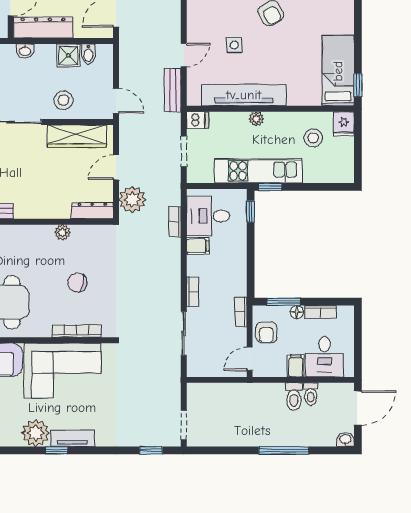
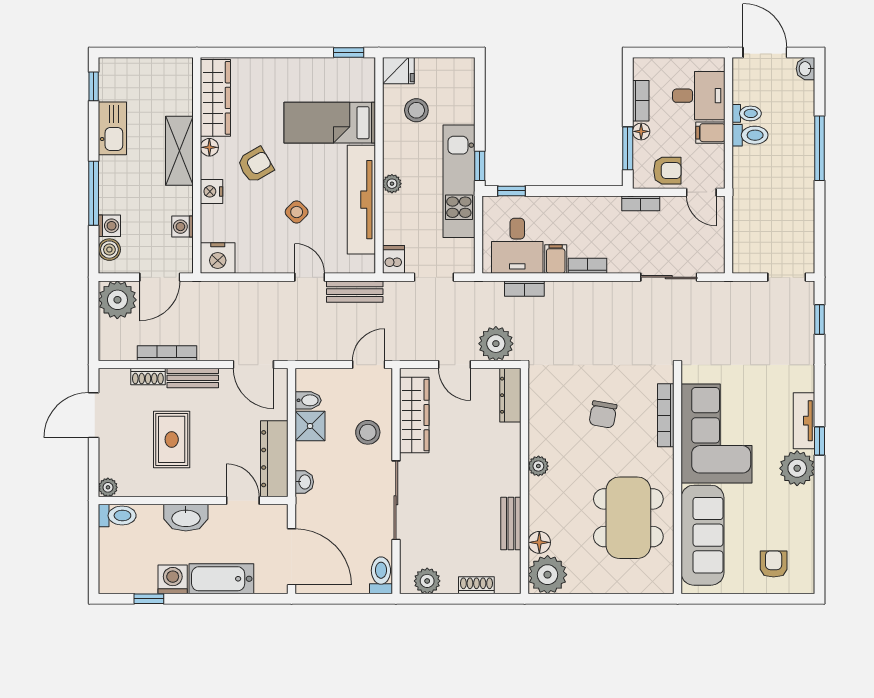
side table: (234, 45) -> (297, 212), turned 45
bed: (338, 71) -> (330, 123), moved
plant: (62, 232) -> (538, 466), moved
bookcase: (193, 292) -> (588, 266), moved

